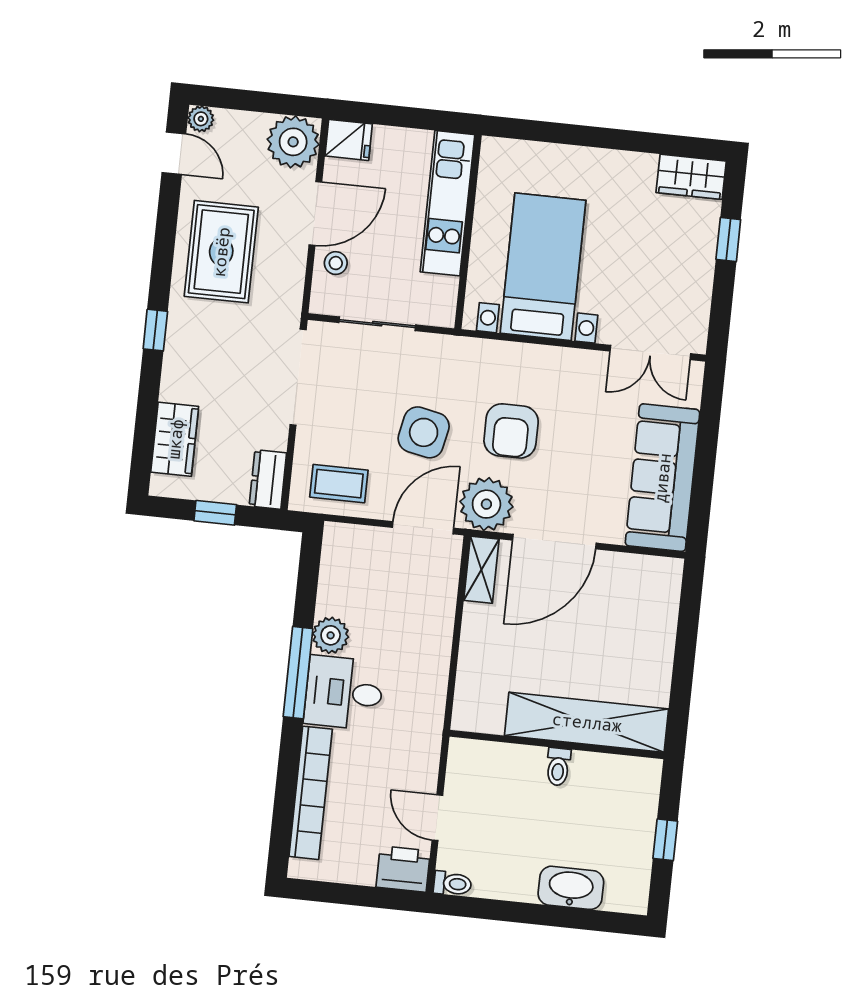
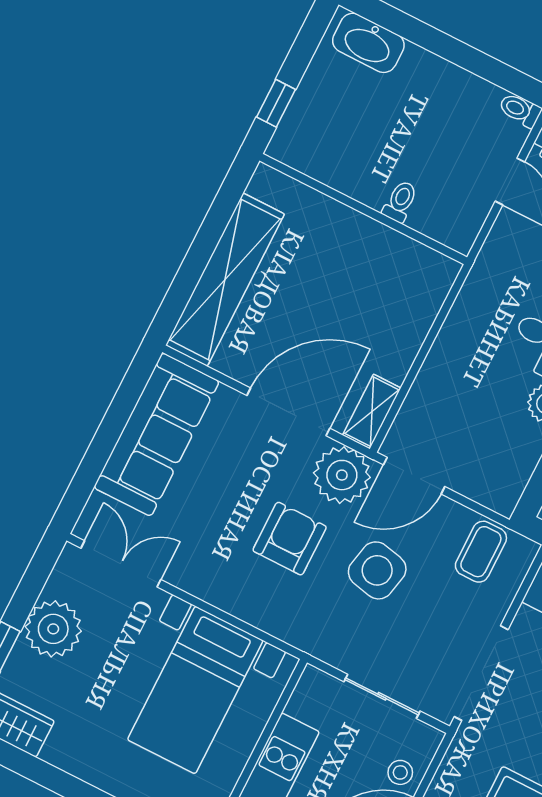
plant: (688, 273) -> (53, 629), added
coffee table: (339, 484) -> (481, 552), turned 90
shelving: (587, 722) -> (225, 280), moved, turned 90
toilet: (558, 767) -> (400, 201), moved
window: (665, 840) -> (276, 103), moved
washbasin: (571, 888) -> (368, 43), moved

